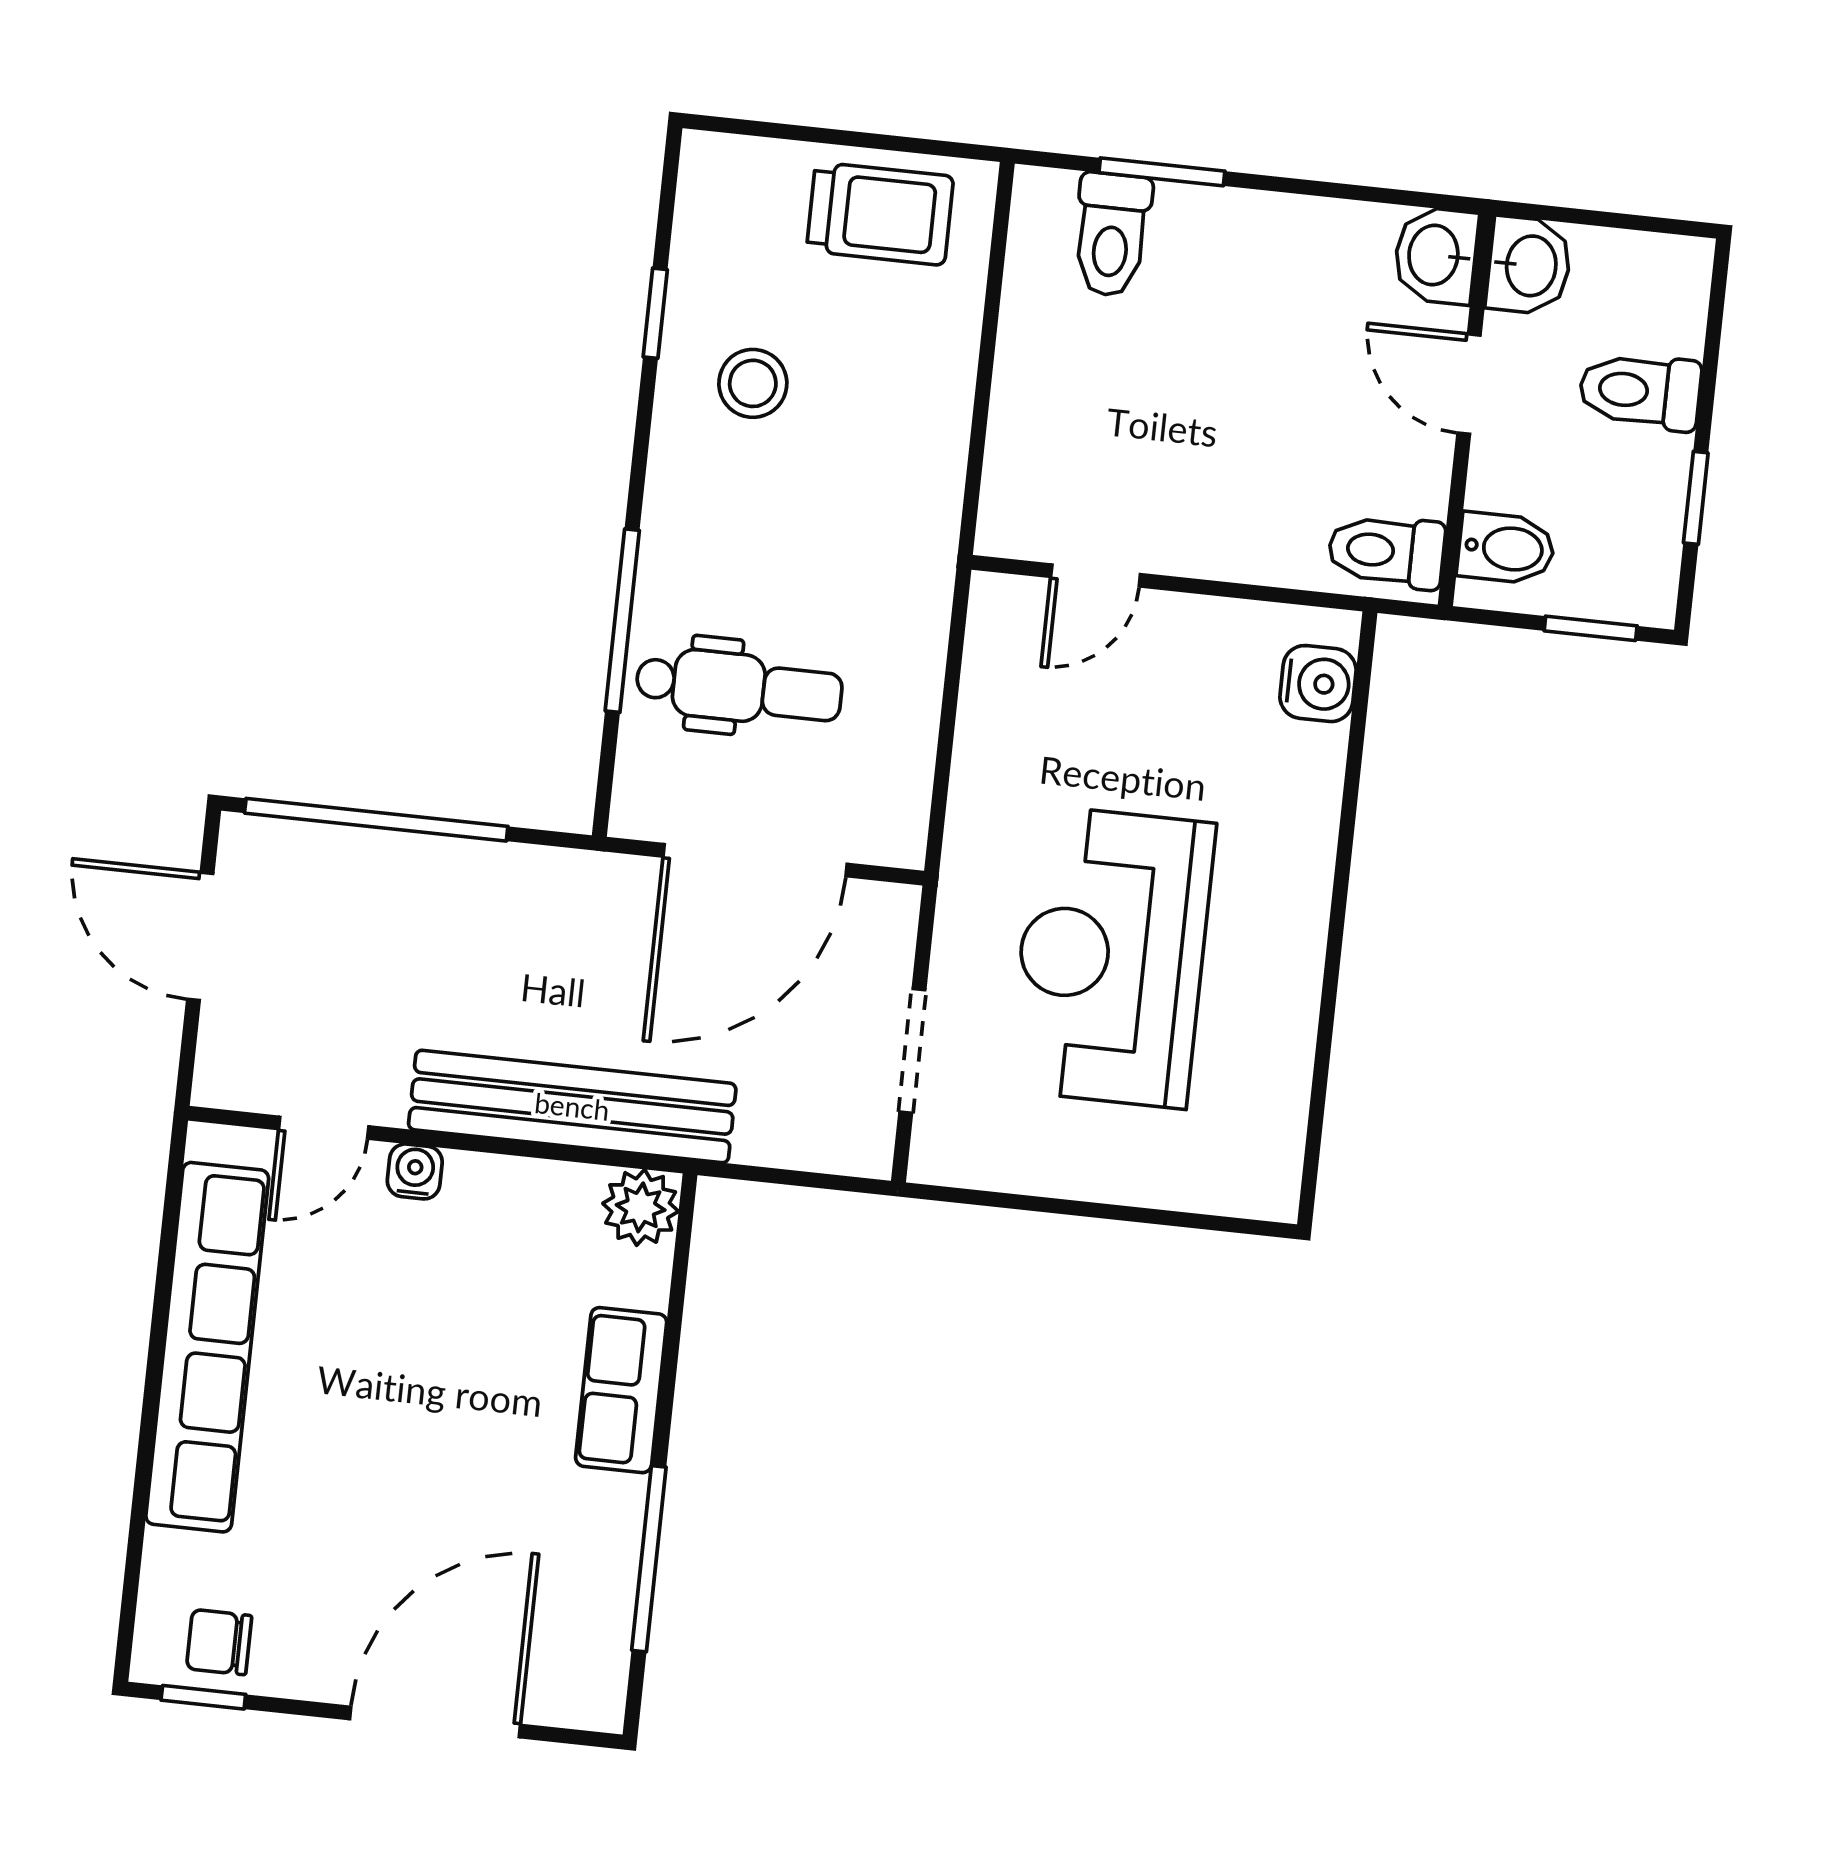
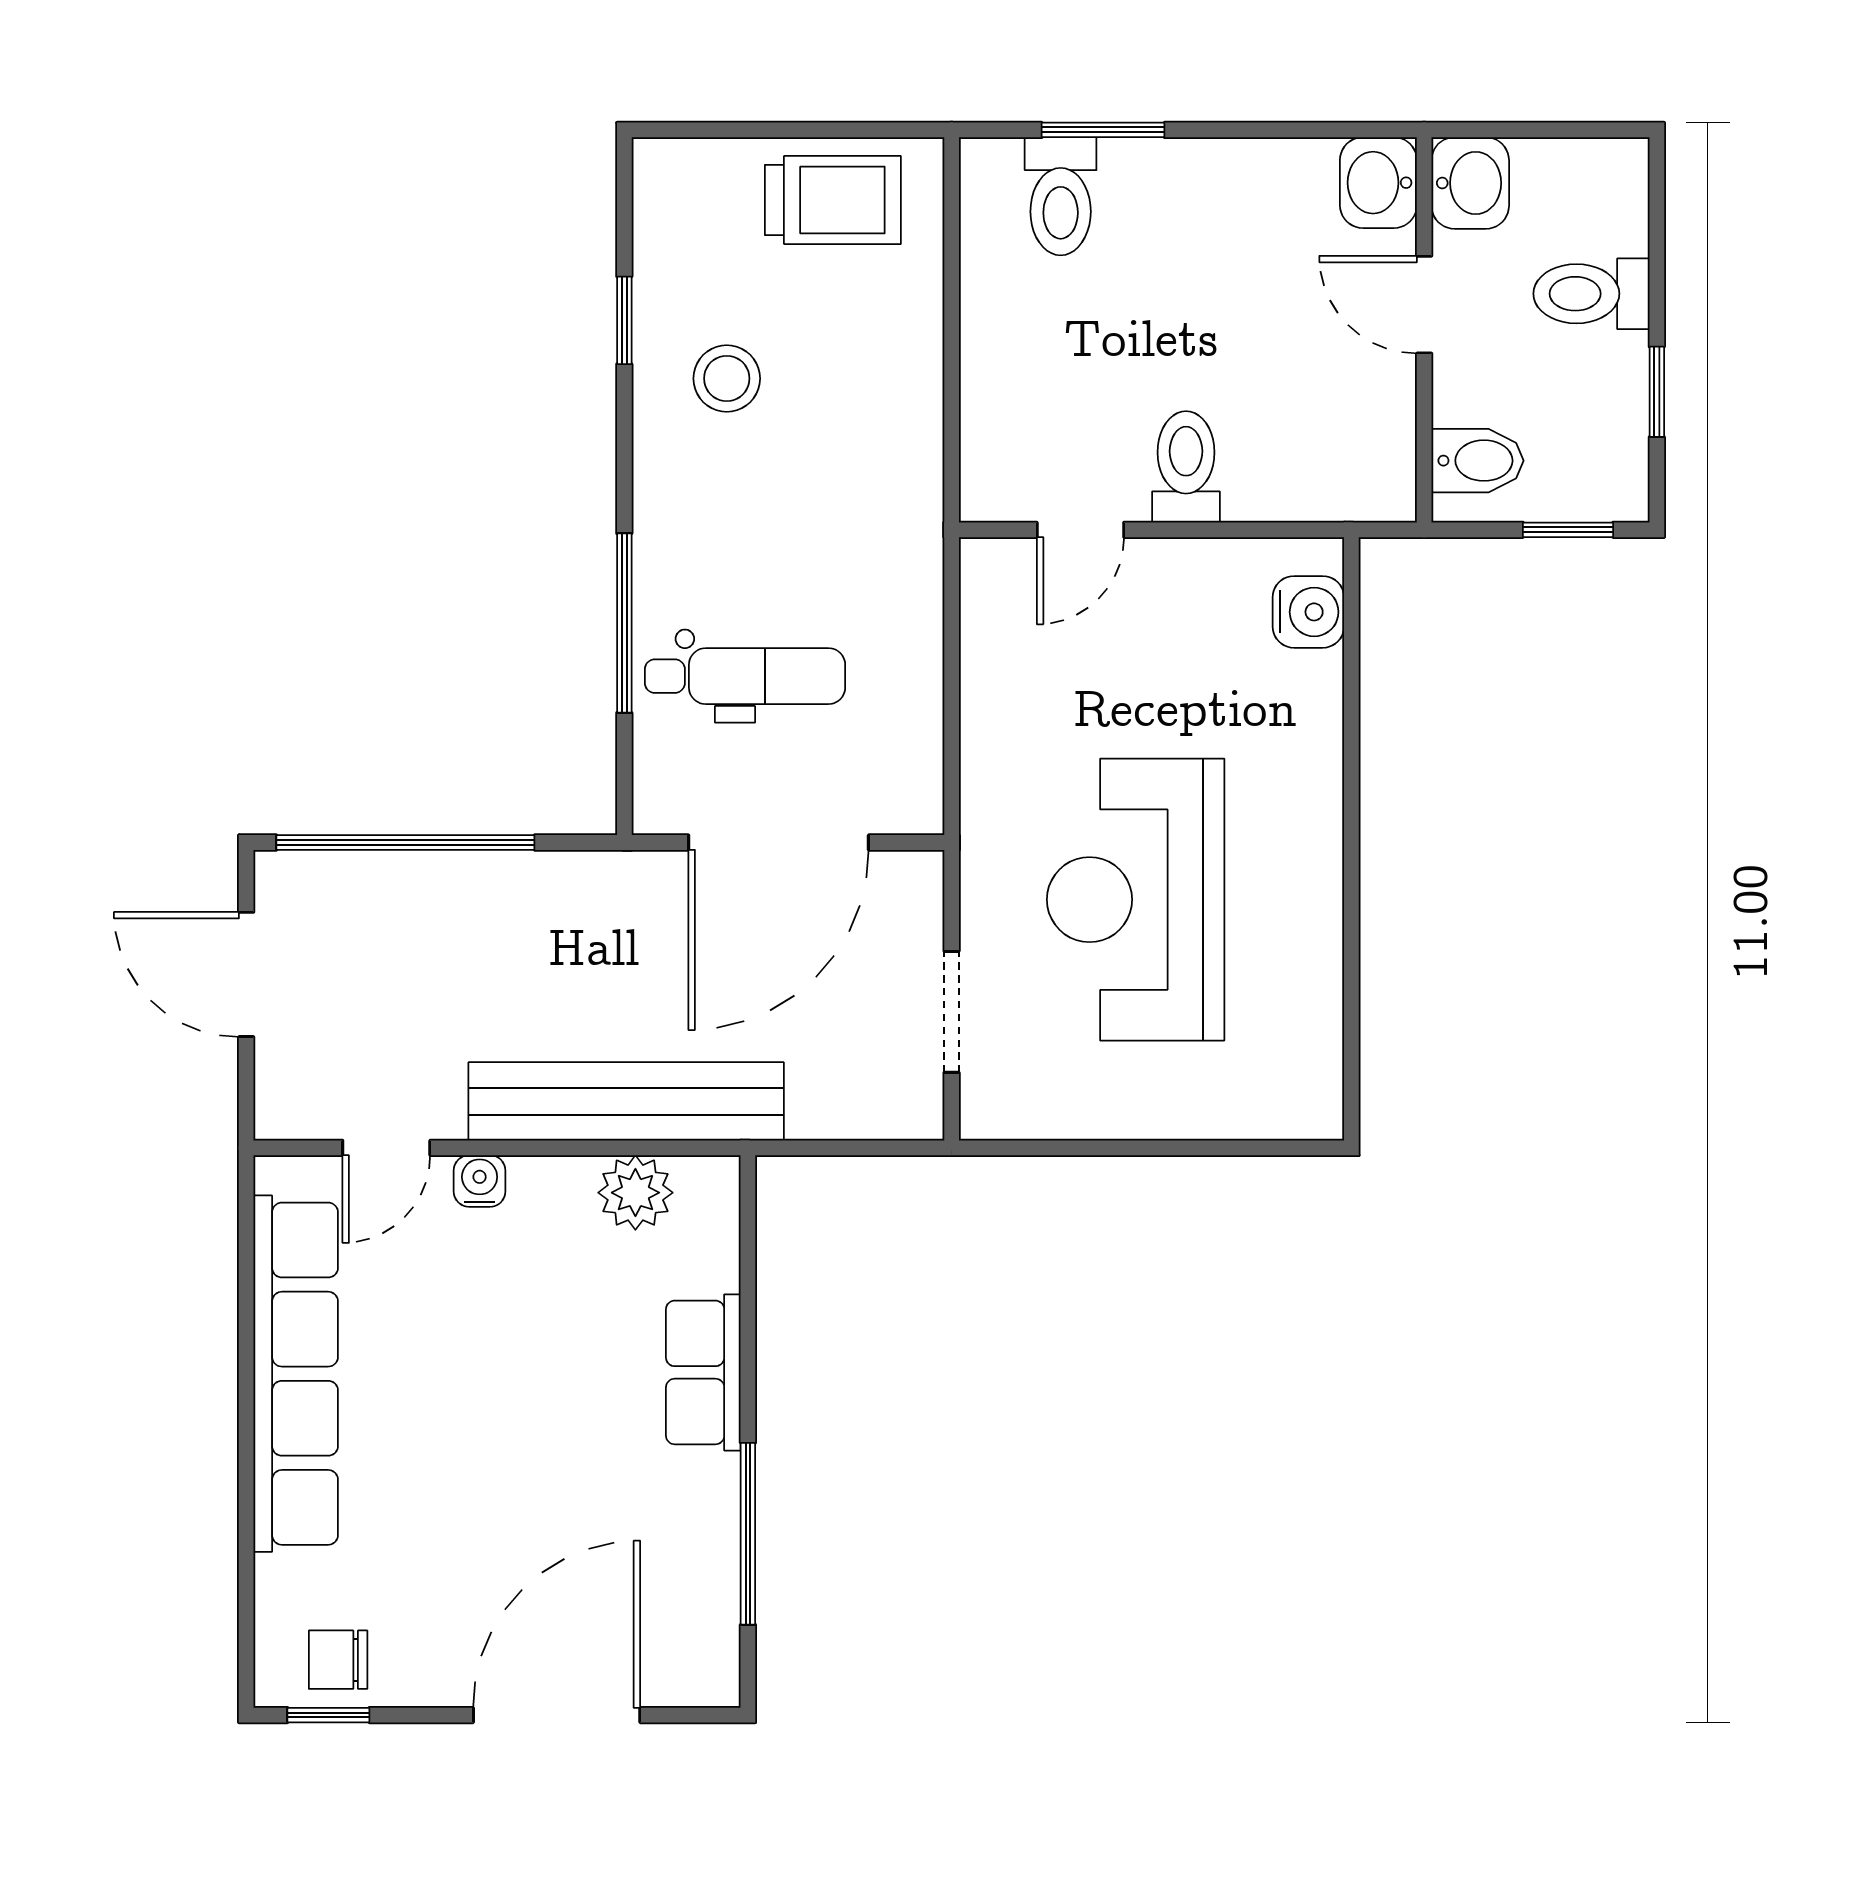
toilet: (1386, 551) -> (1186, 467), moved, turned 90
plant: (641, 1207) -> (635, 1193), moved

